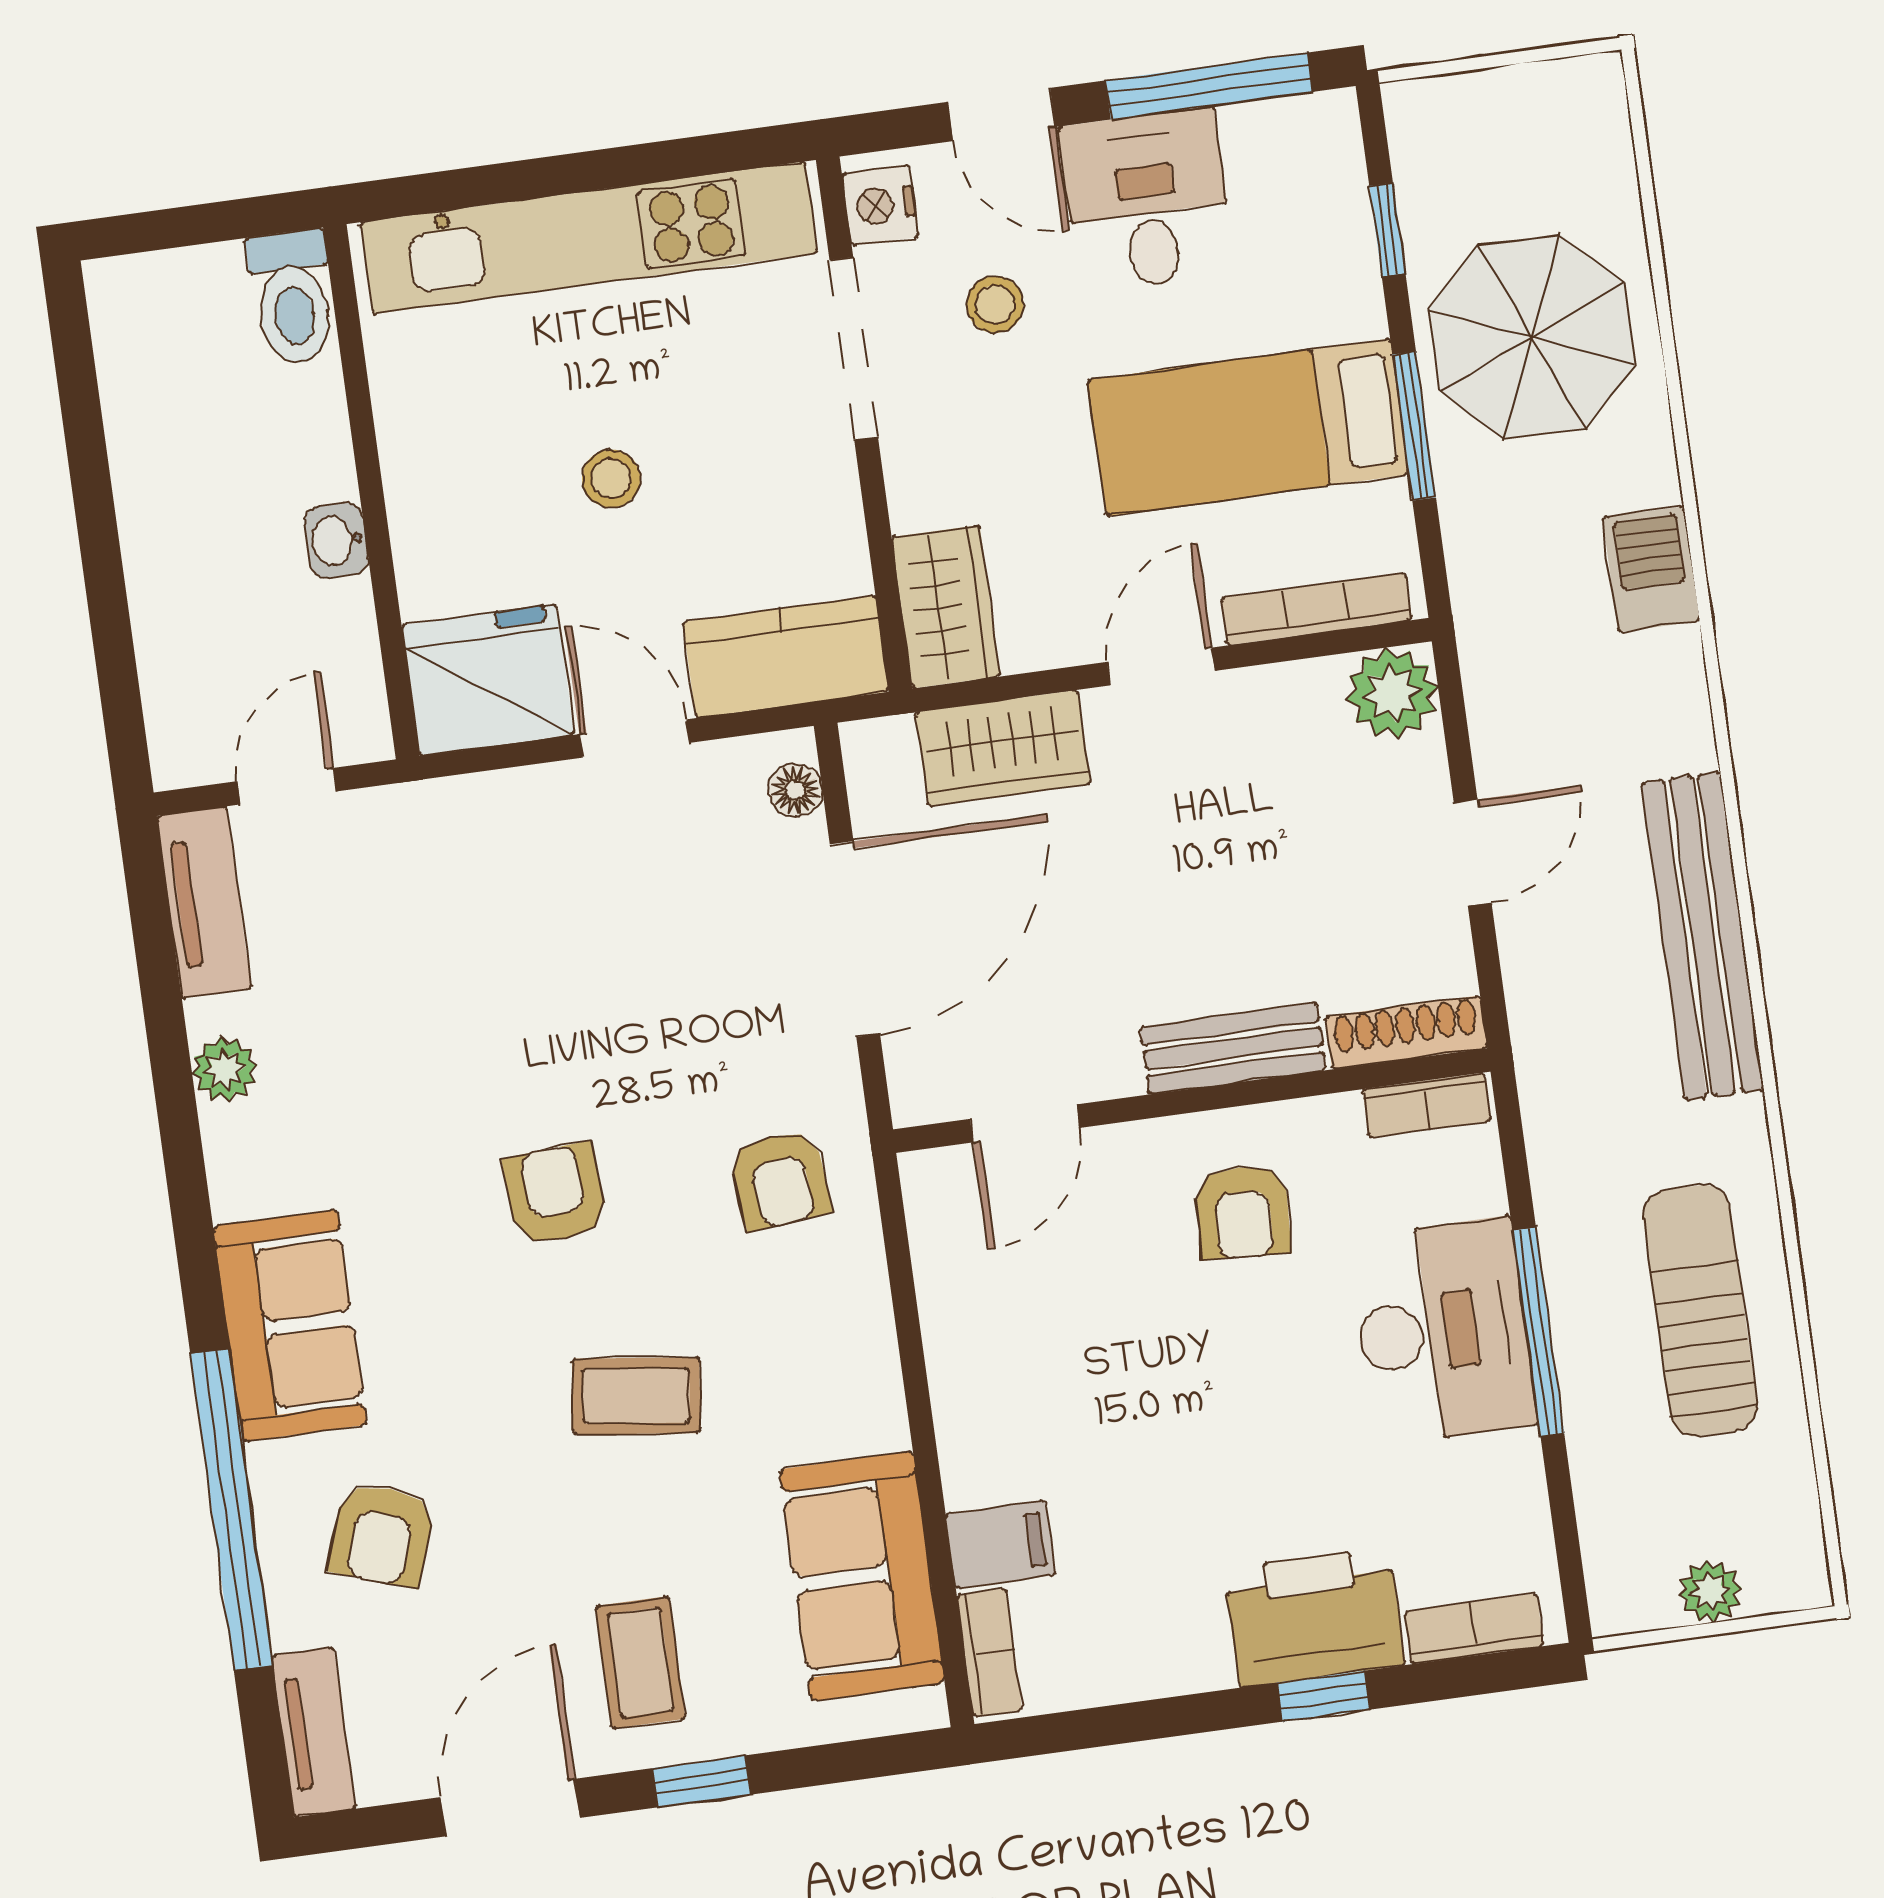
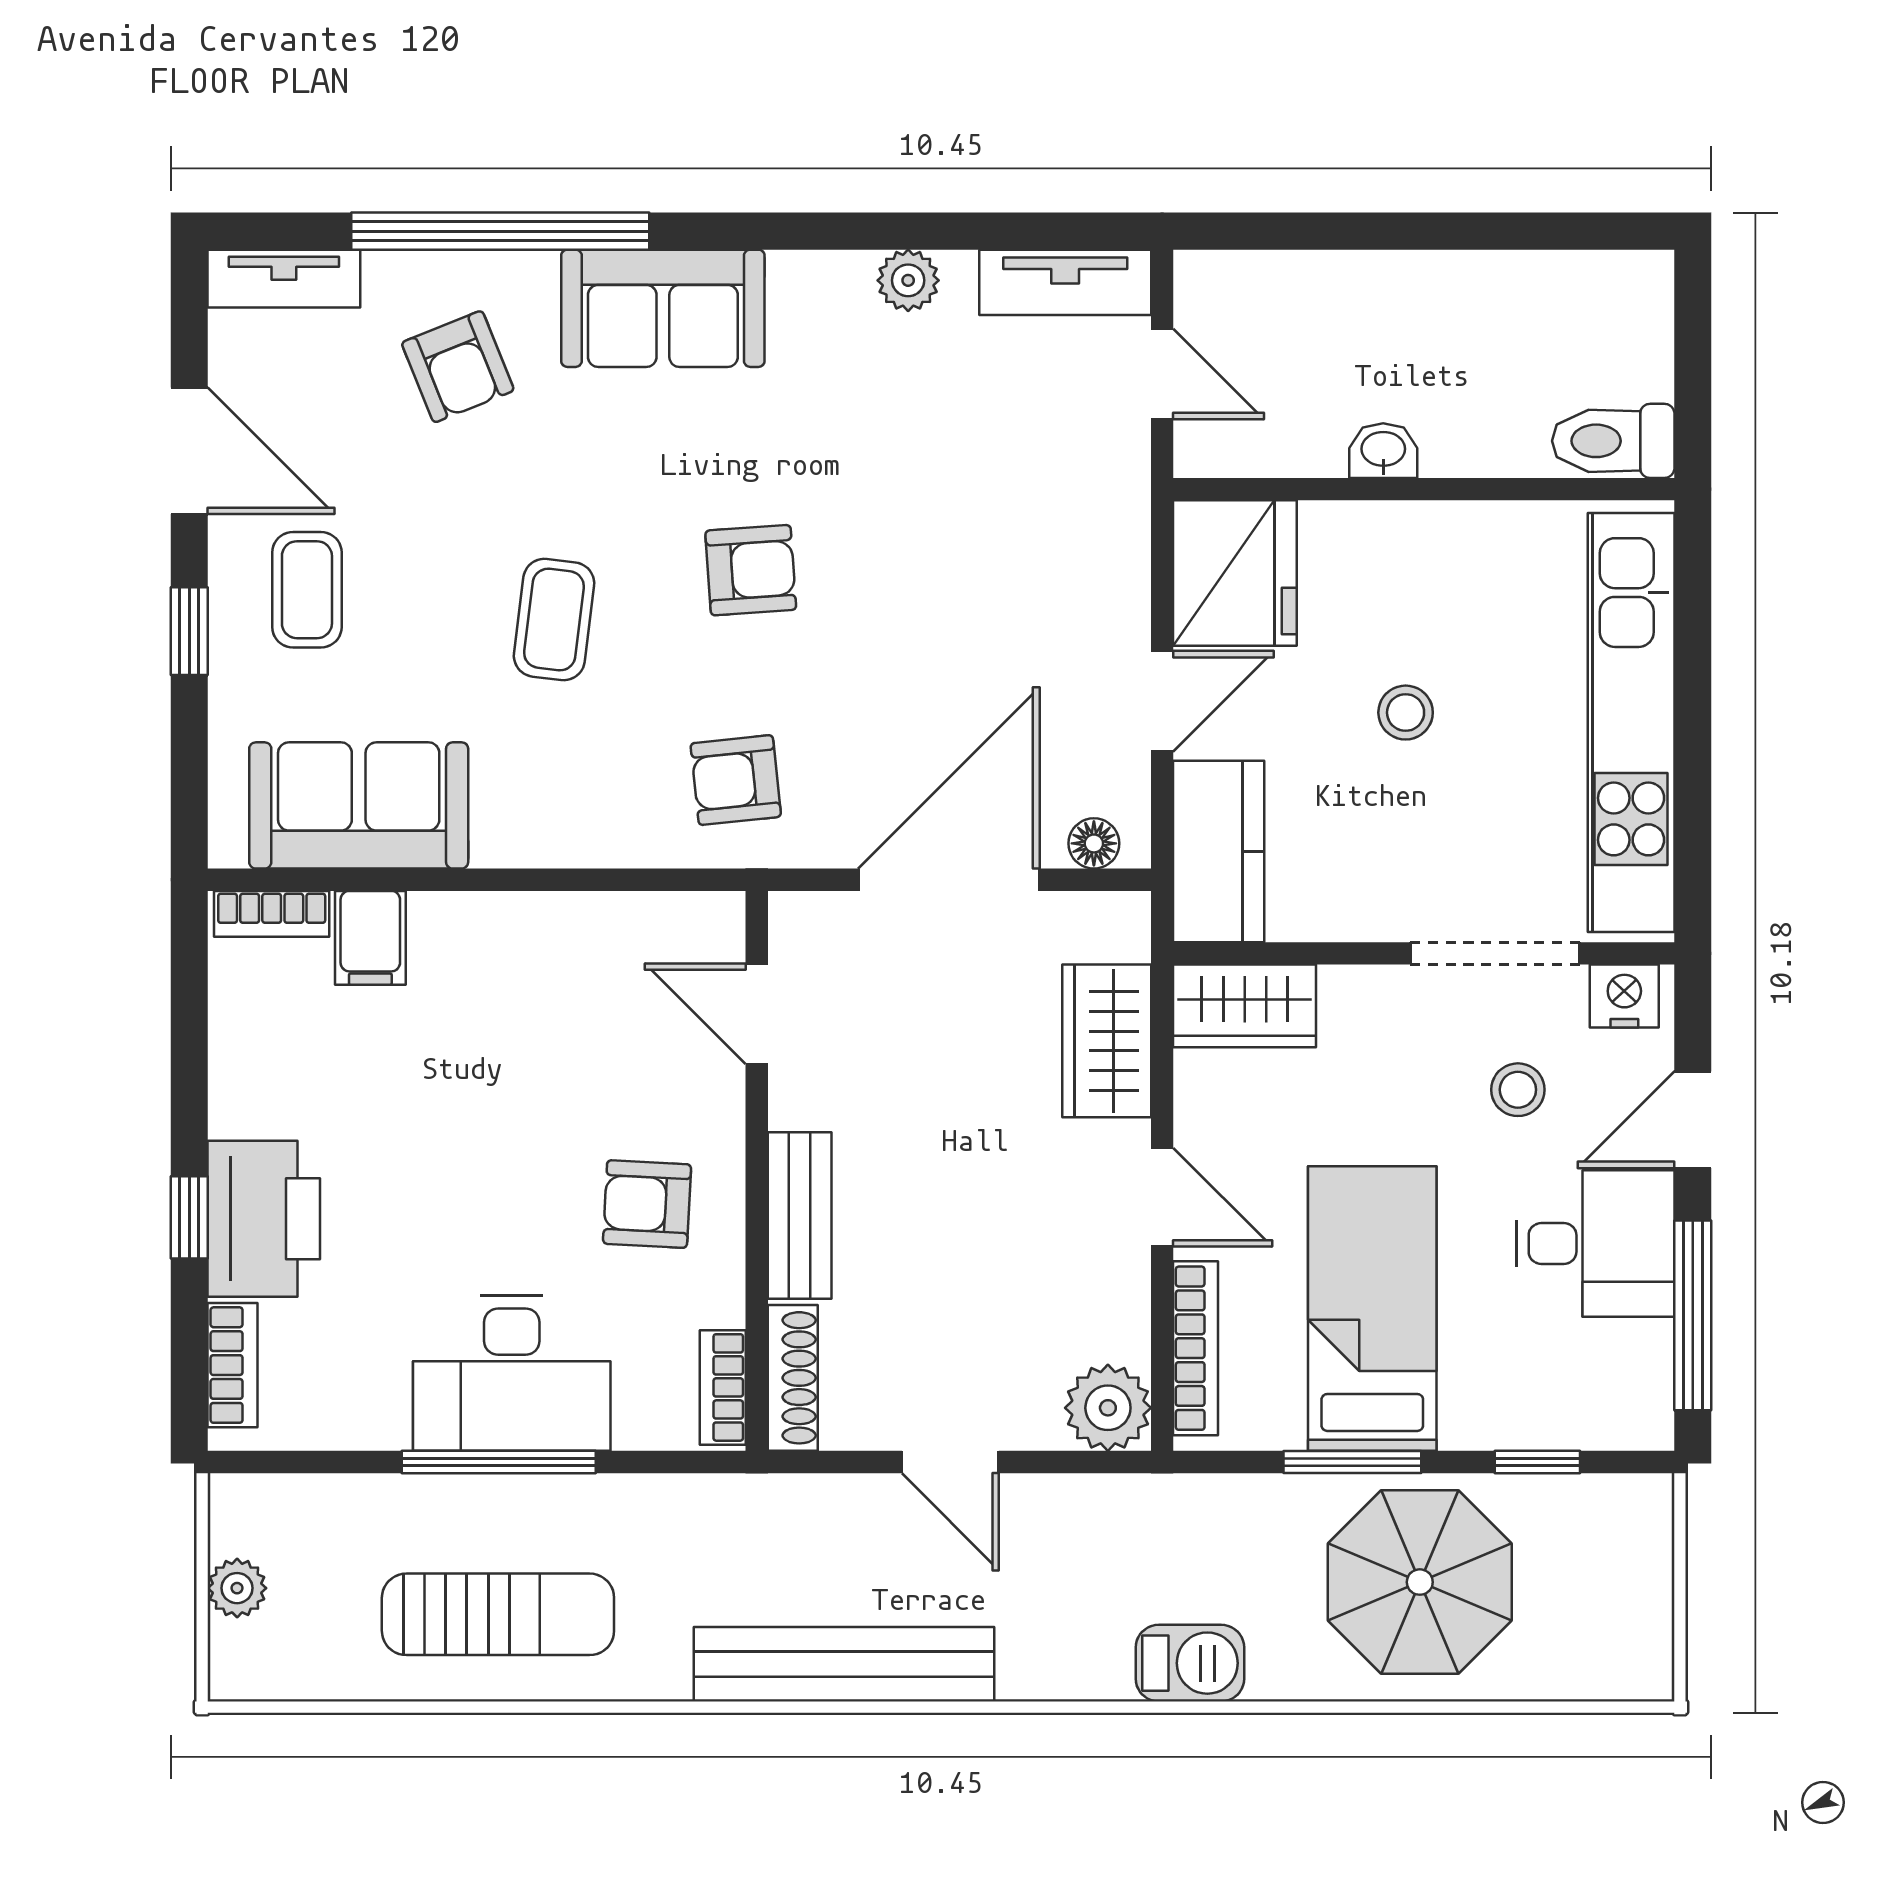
door: (855, 939) -> (949, 880), swing flipped
armchair: (382, 1535) -> (458, 367), turned -131
coffee table: (640, 1662) -> (307, 590), turned 90

